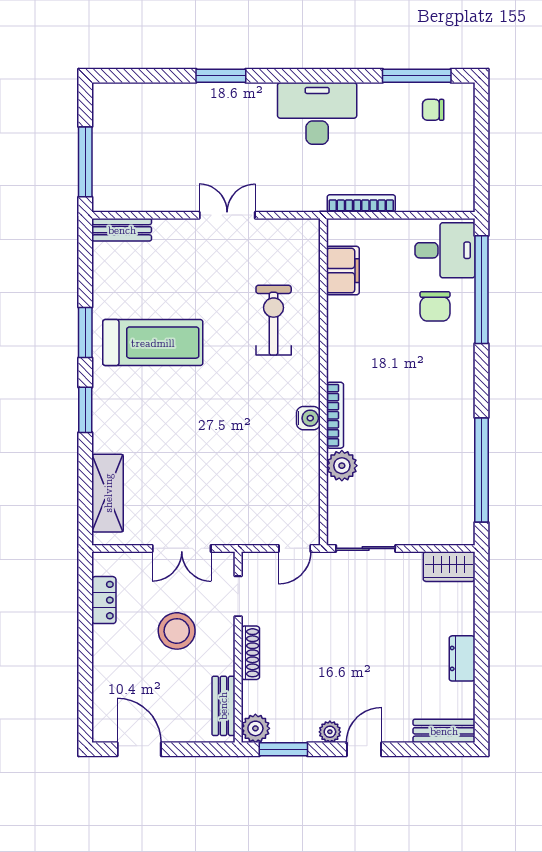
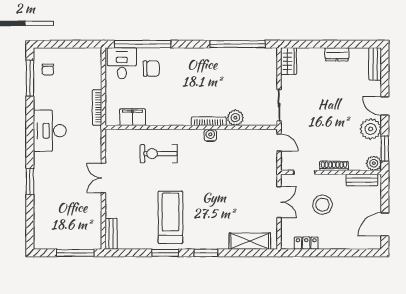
plant: (330, 732) -> (371, 129), width x1.88, depth x1.88

